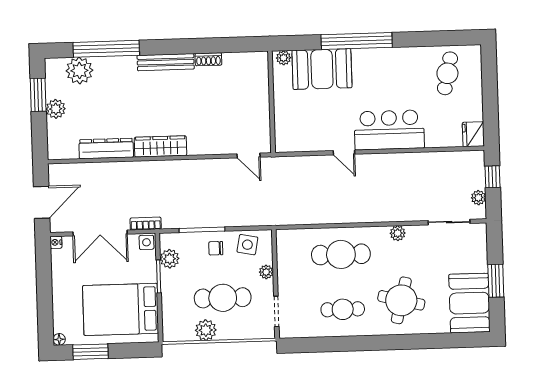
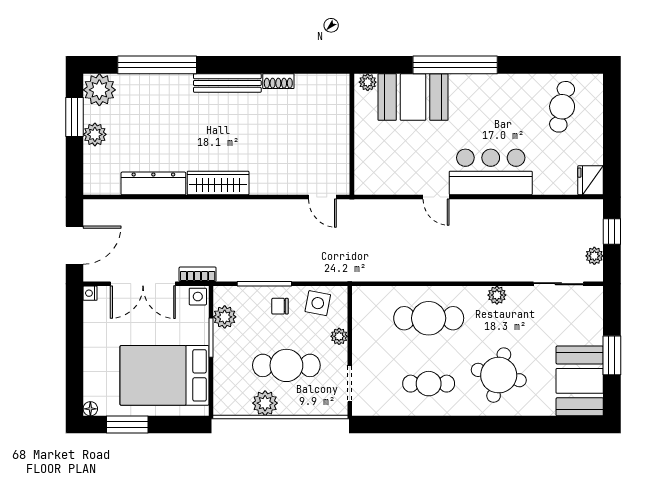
plant: (79, 71) -> (99, 90), moved

